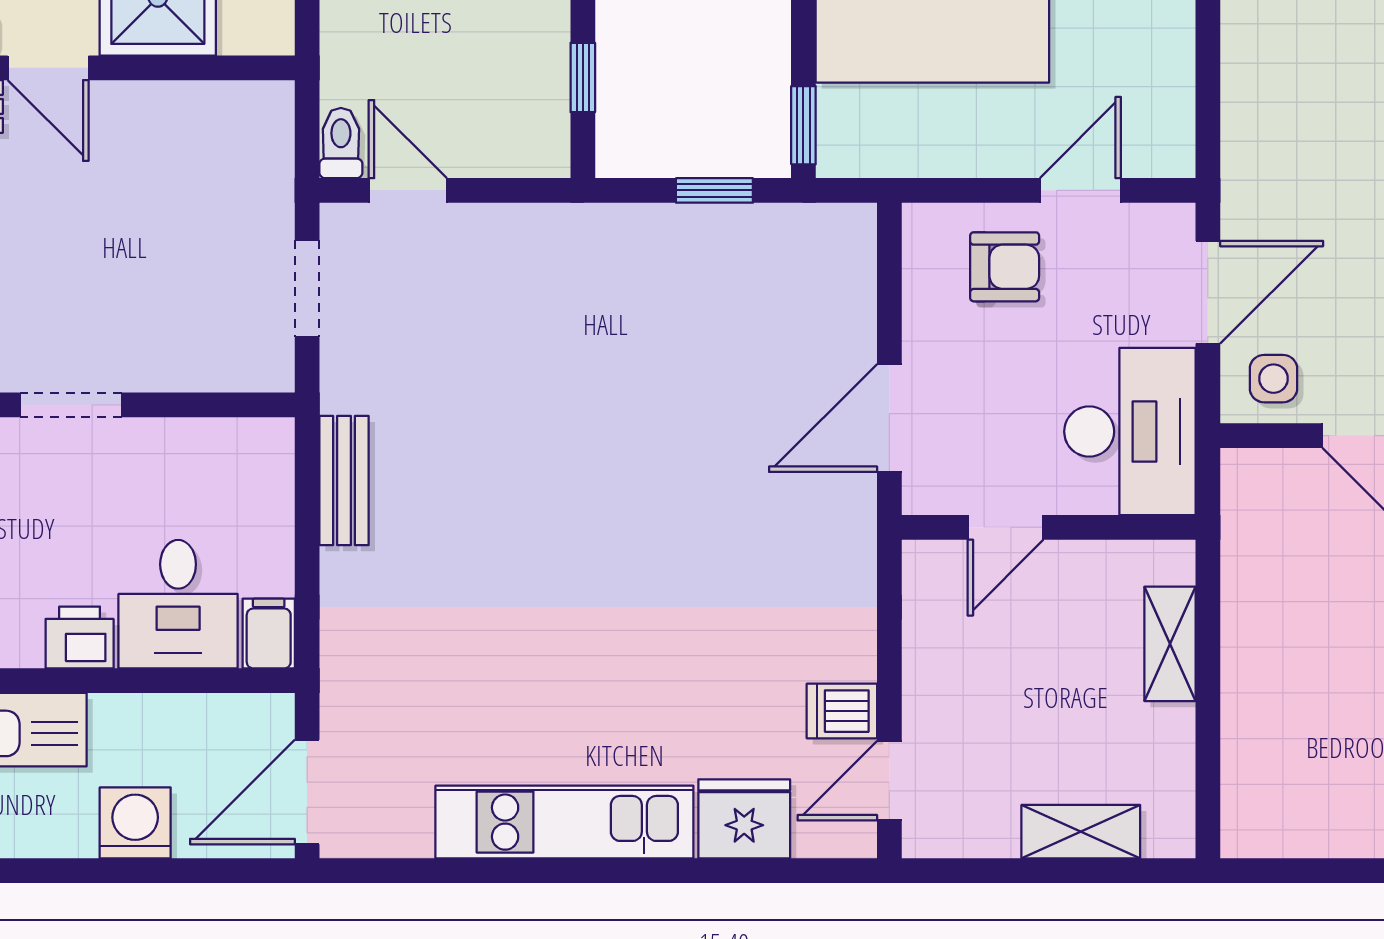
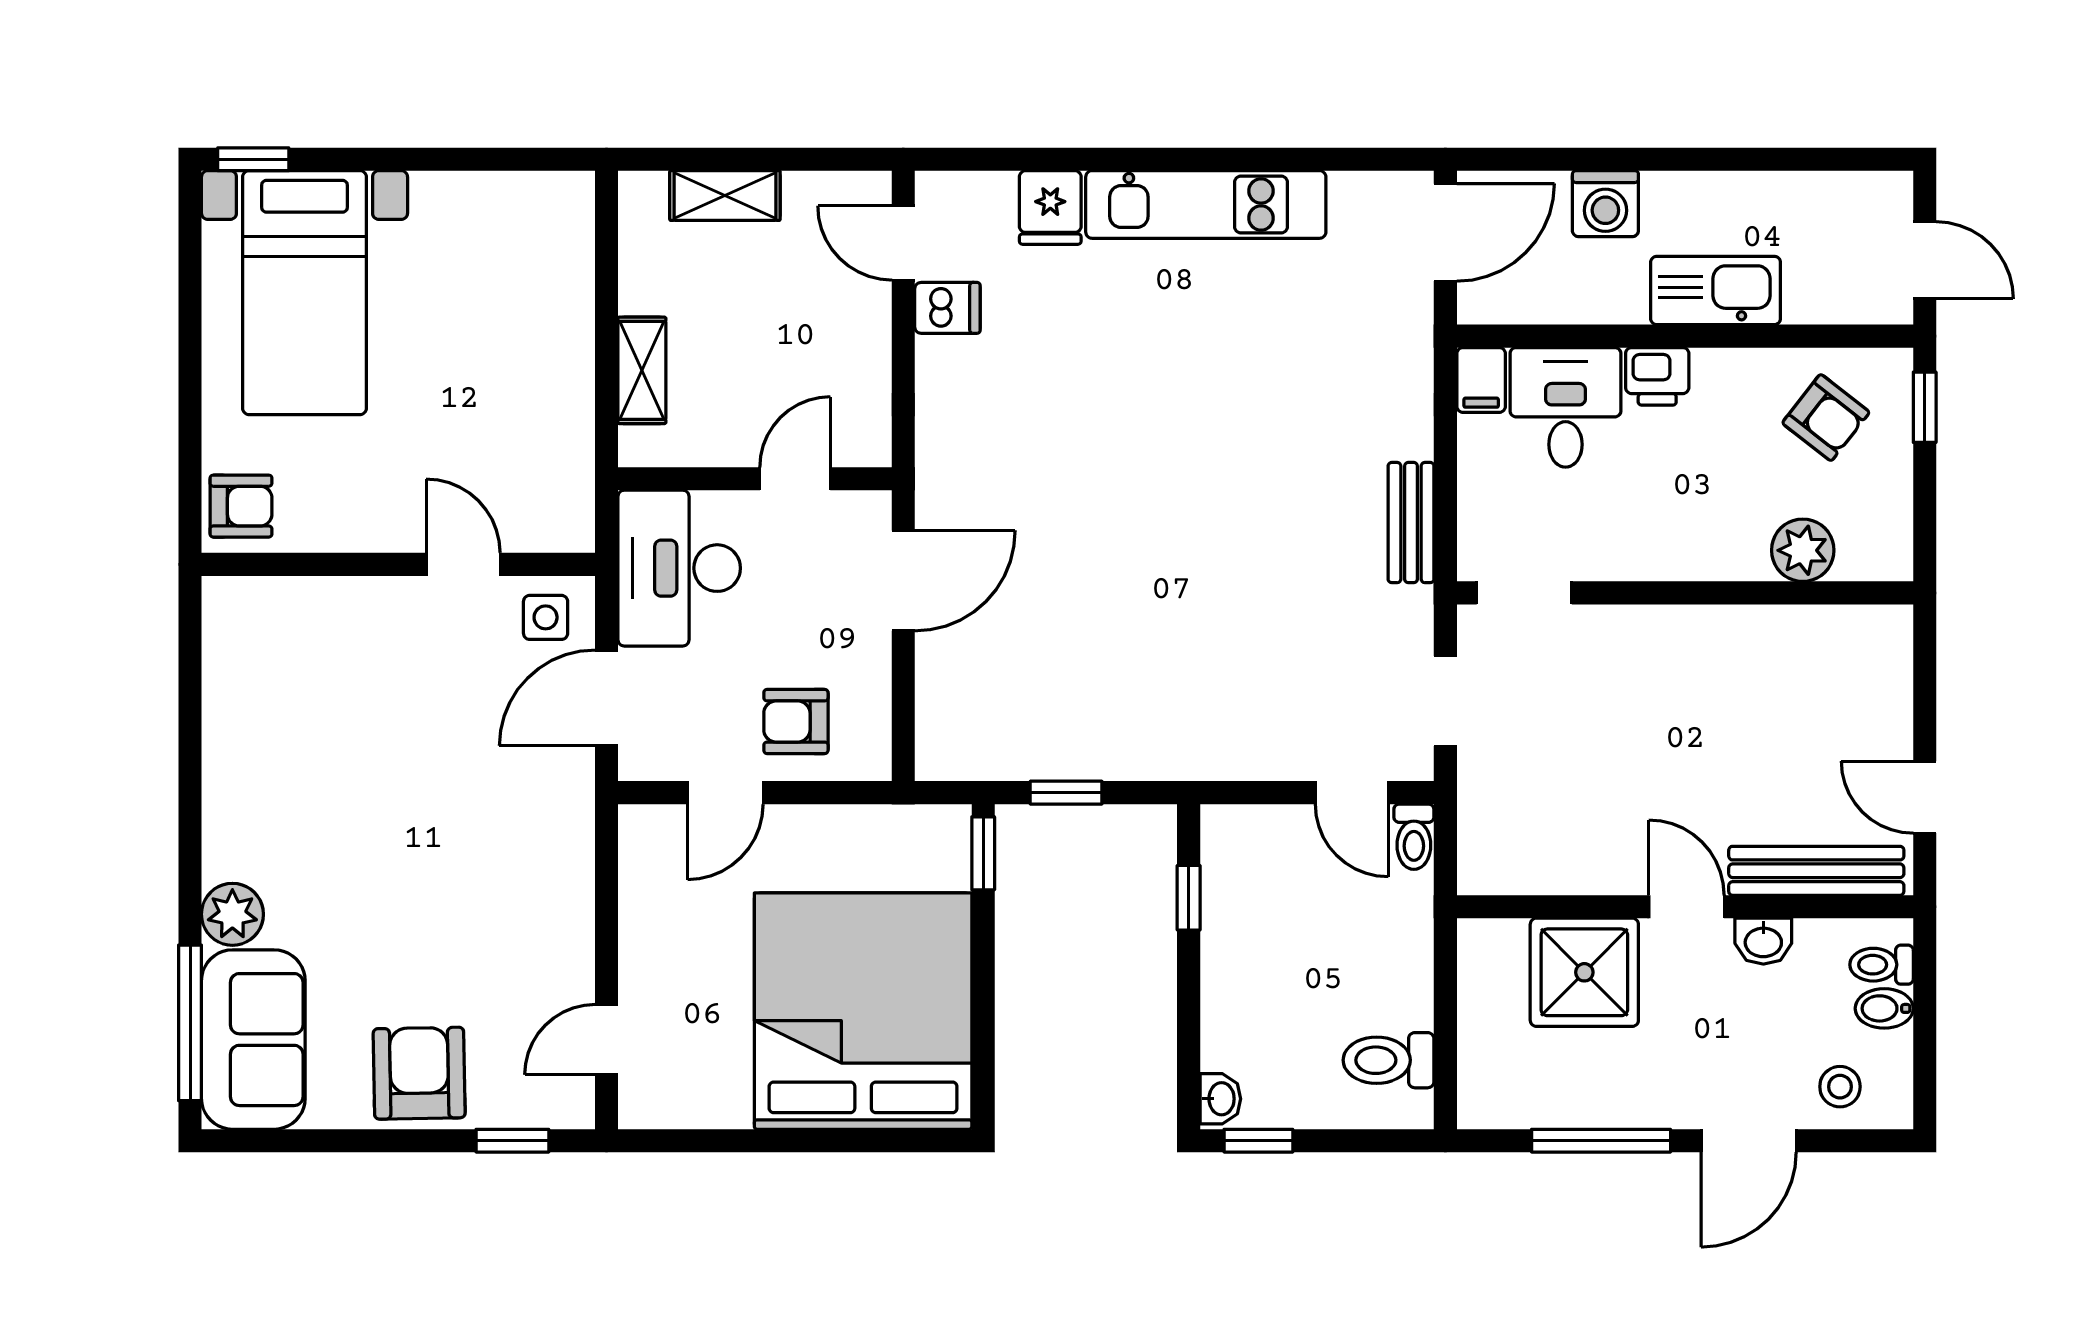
doorway: (71, 405) -> (1524, 593), moved
door: (889, 781) -> (903, 243), swing flipped
fridge: (744, 819) -> (1050, 207), width x0.72

